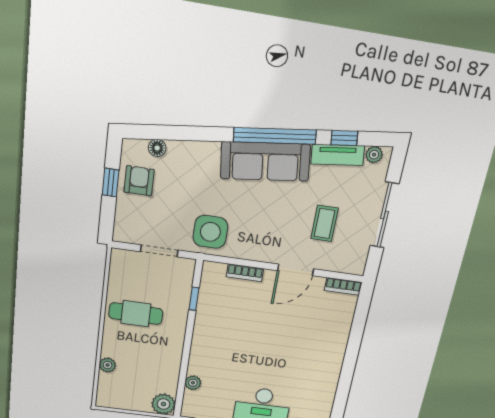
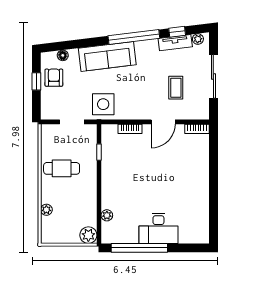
sofa: (265, 161) -> (107, 56), moved

